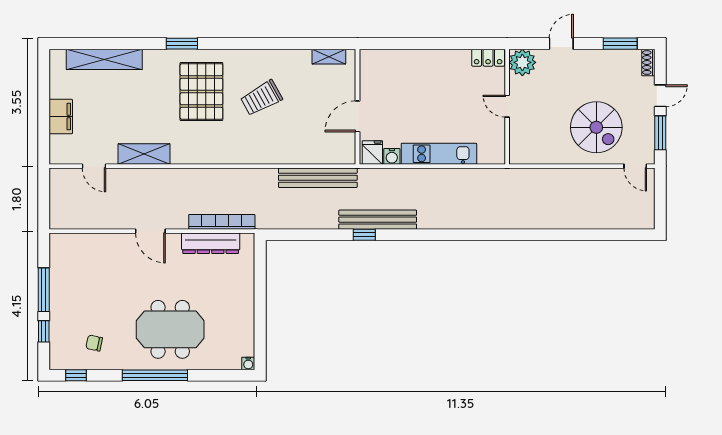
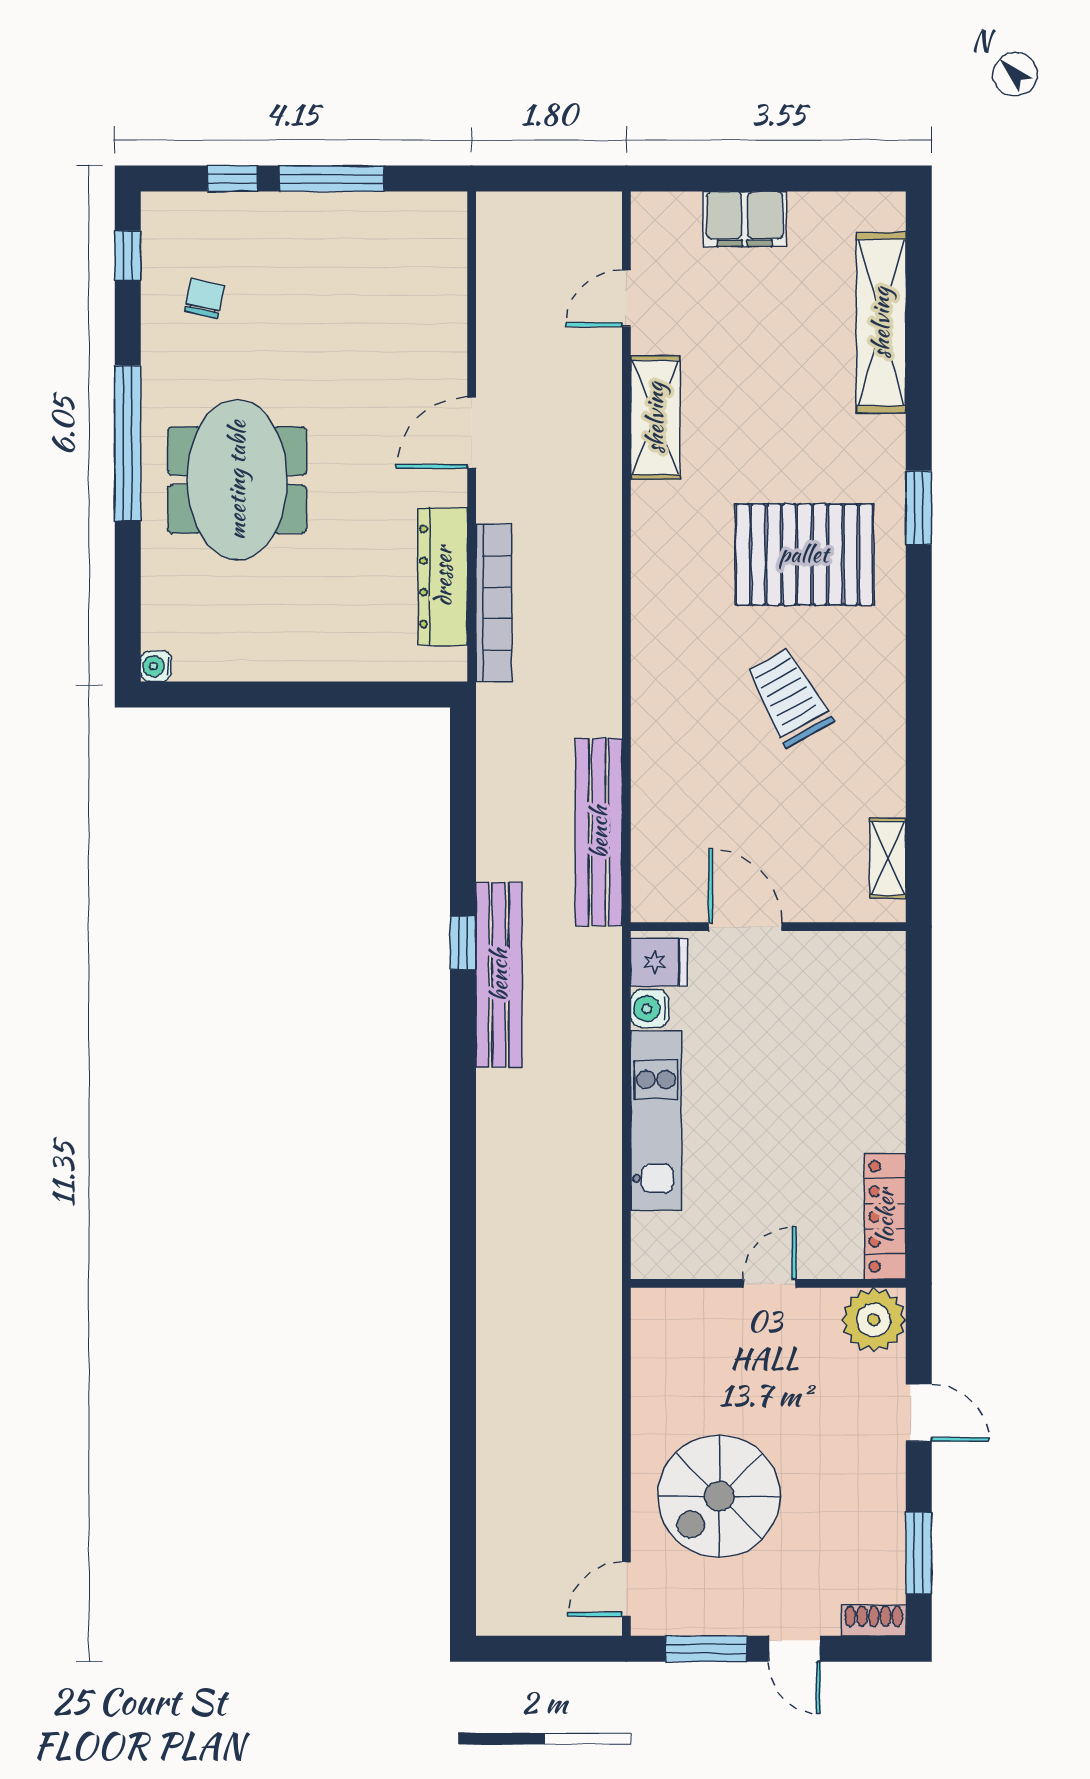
locker: (488, 58) -> (885, 1216), width x1.53

